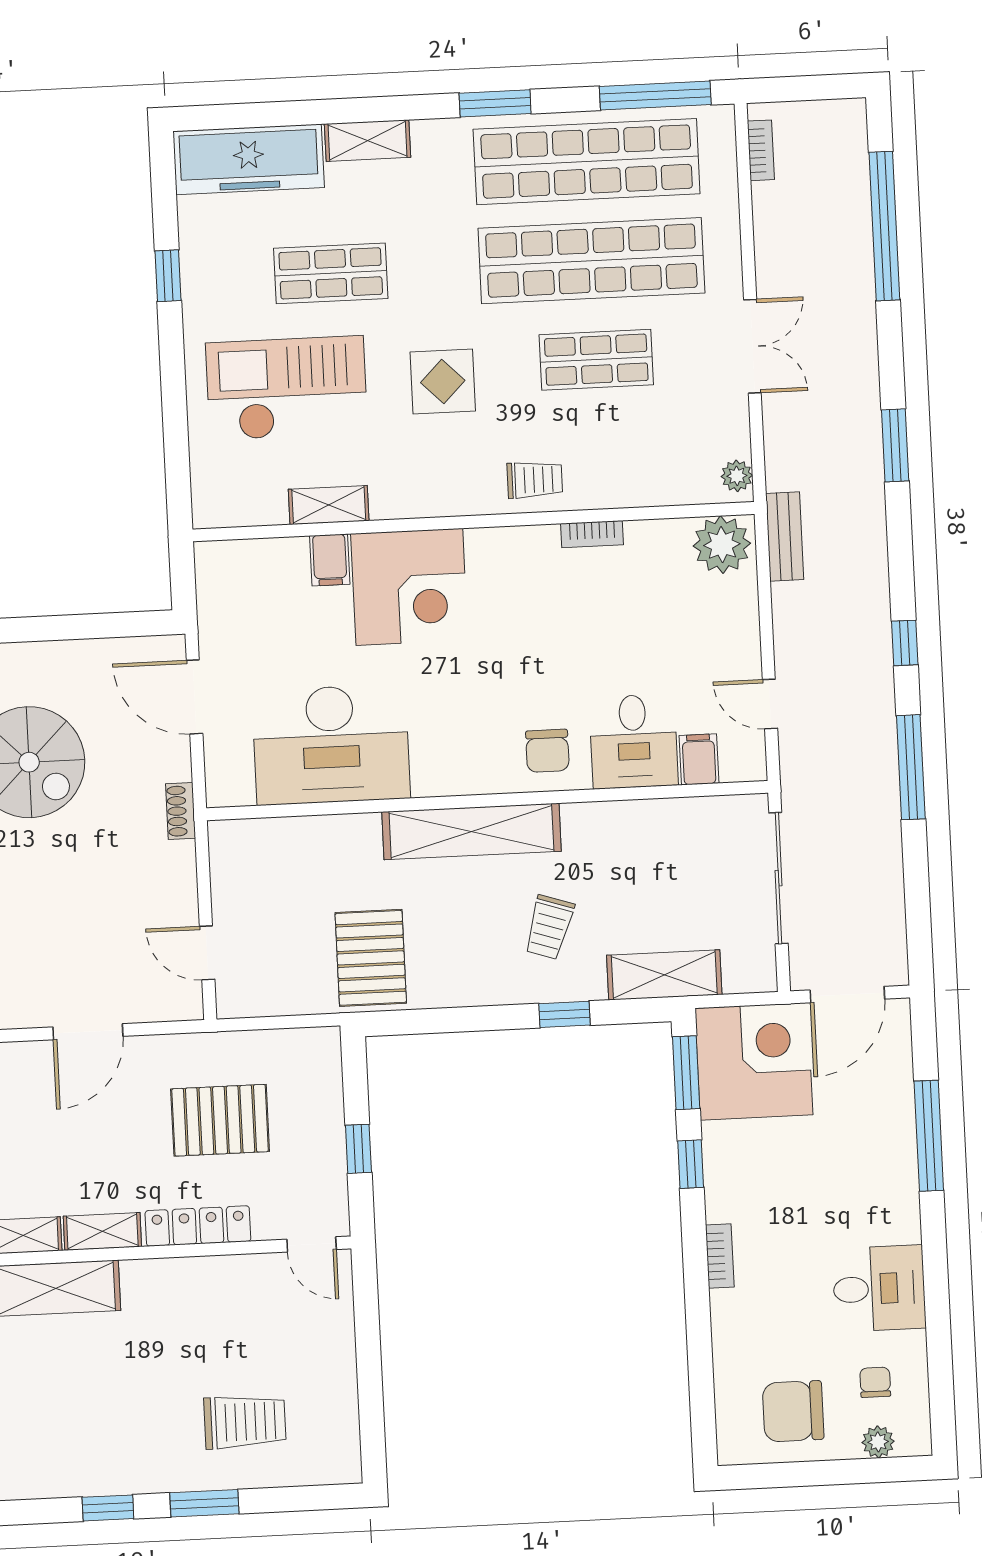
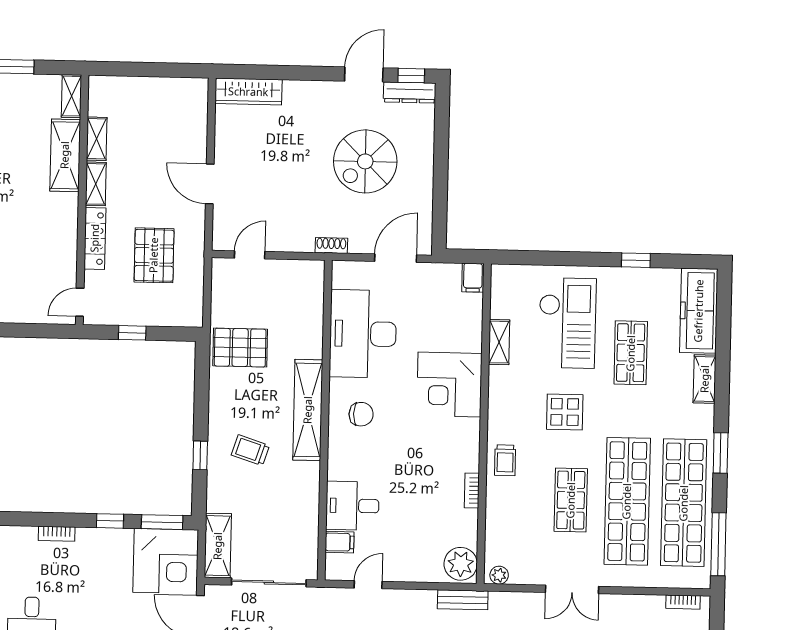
filing cabinet: (330, 560) -> (473, 278), moved, turned -90
chair: (547, 751) -> (361, 414), moved, turned 180
shelving: (664, 975) -> (218, 546), moved

